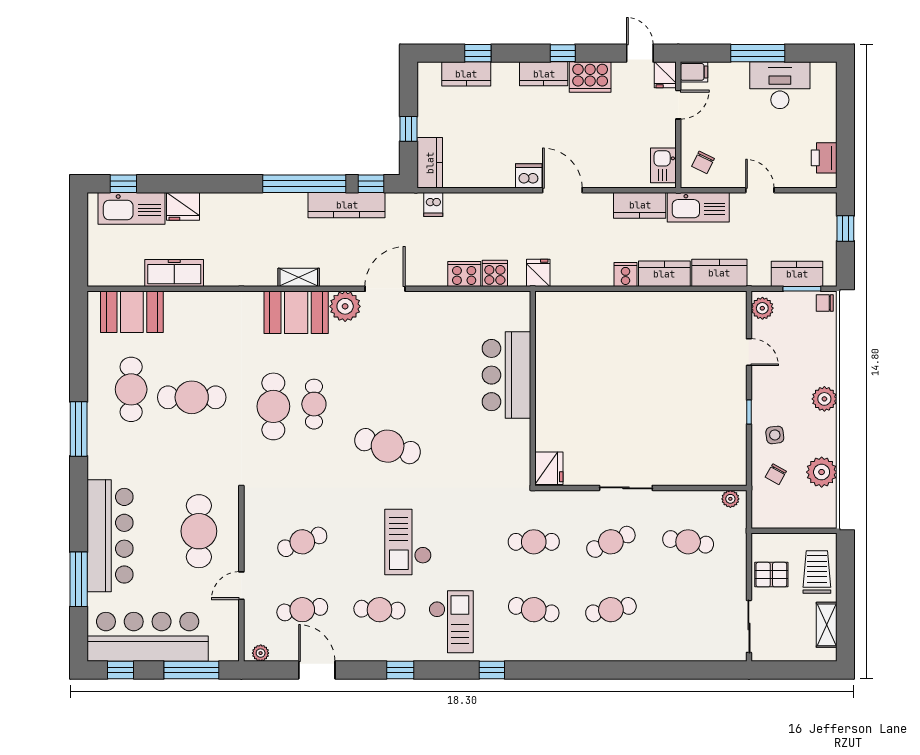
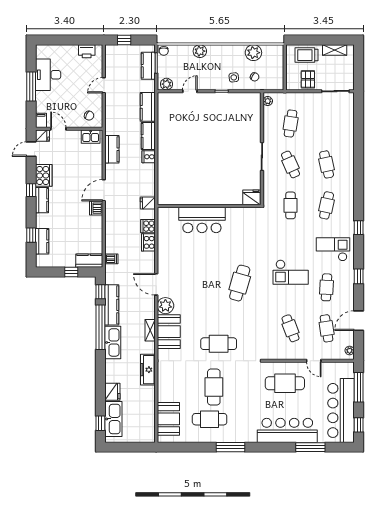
kitchen sink: (698, 207) -> (113, 342), moved
freezer: (174, 273) -> (148, 370), moved
plant: (824, 399) -> (200, 51), moved
cafe table: (314, 404) -> (217, 322), removed

